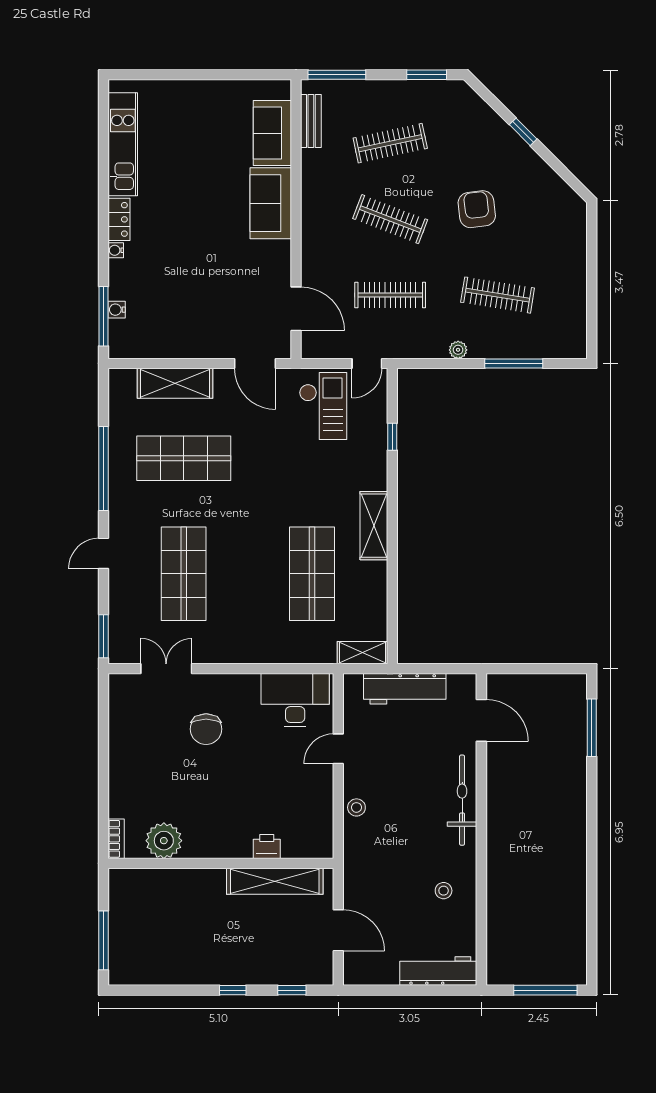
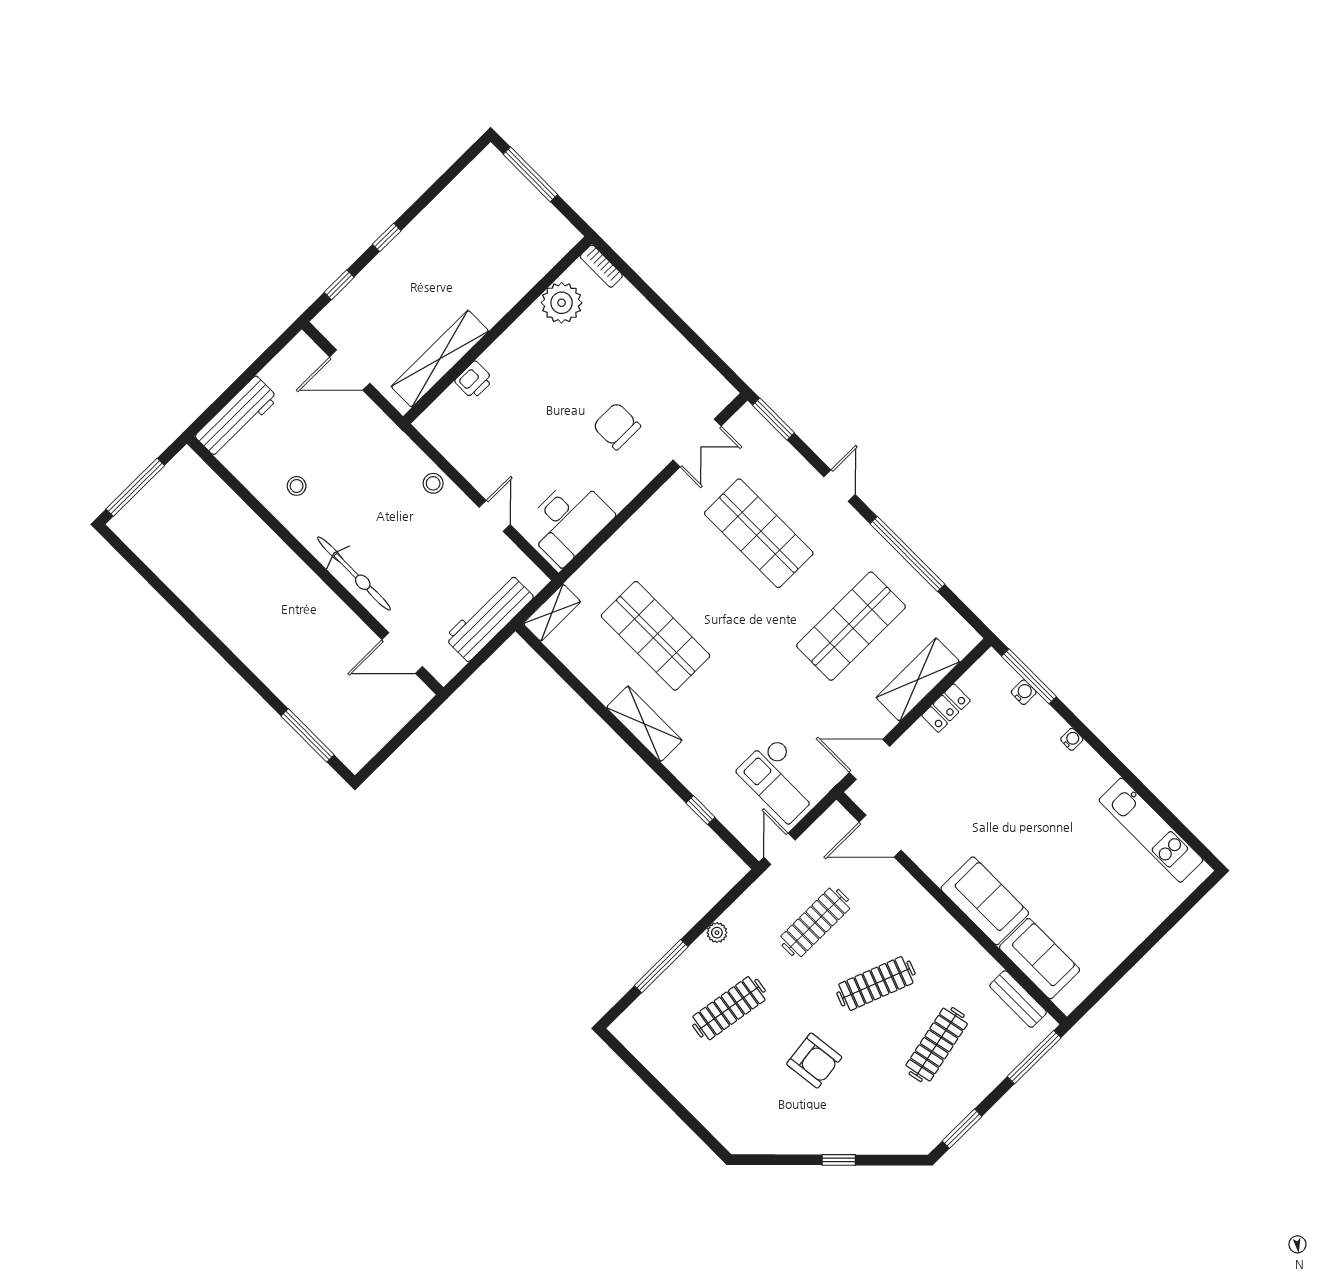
locker: (119, 219) -> (946, 708), moved, turned -90

